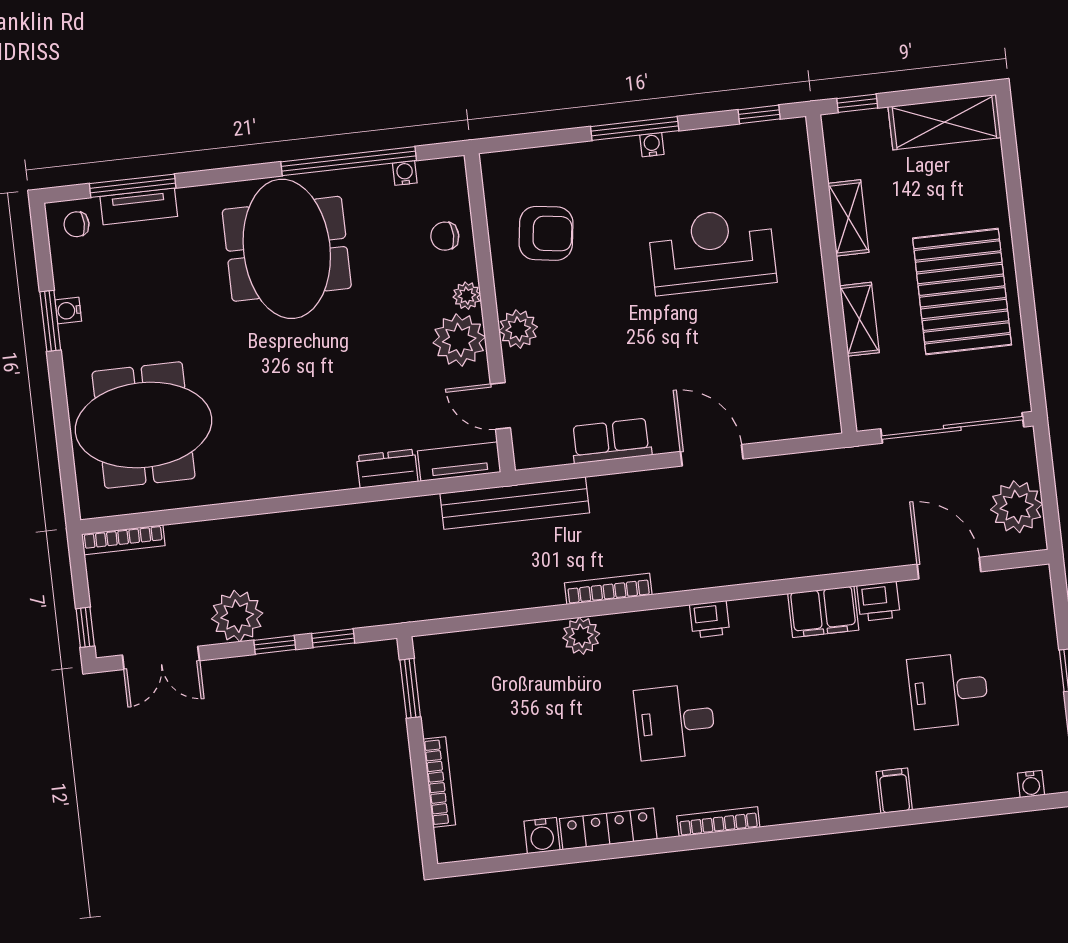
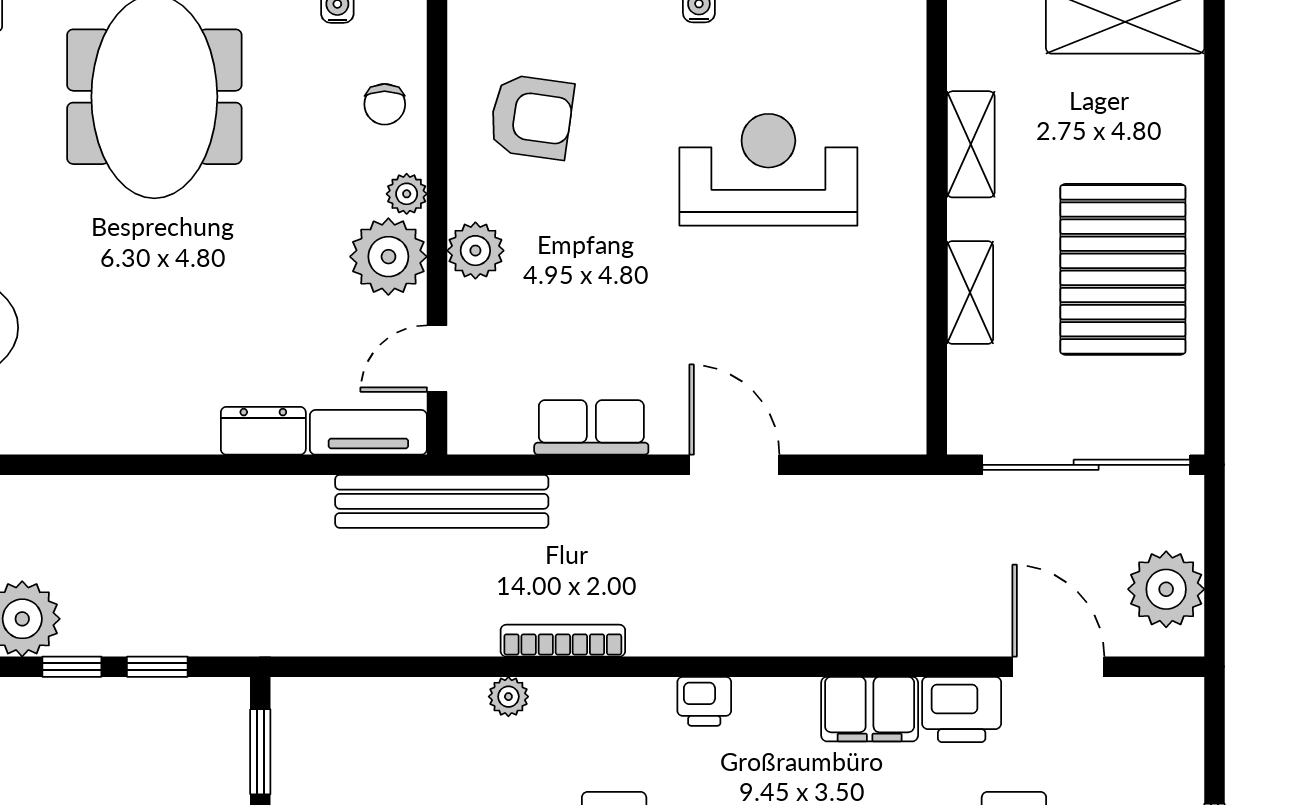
chair: (445, 236) -> (385, 104), turned -90
door: (500, 406) -> (437, 359), hinge flipped
printer: (878, 601) -> (962, 709), width x1.36, depth x1.24
plant: (581, 636) -> (508, 697), width x0.73, depth x0.73

